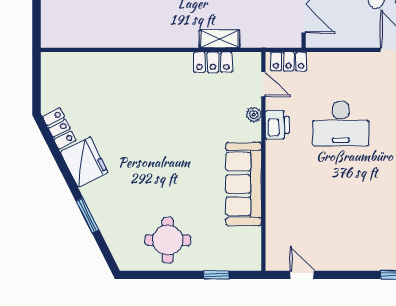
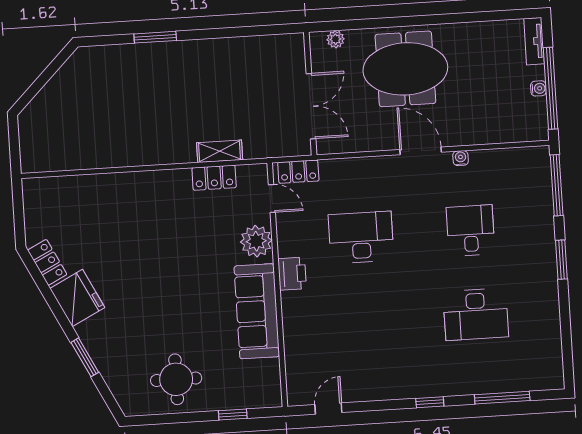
plant: (254, 115) -> (256, 241), width x1.88, depth x1.88
desk: (341, 124) -> (361, 237), turned 180
printer: (277, 125) -> (292, 274), moved
door: (302, 275) -> (328, 409), hinge flipped

